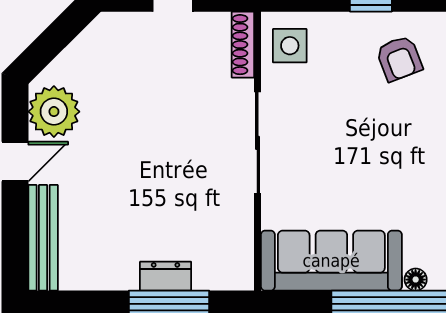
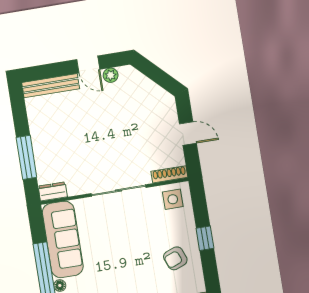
plant: (54, 112) -> (111, 75), width x0.53, depth x0.53
dresser: (166, 276) -> (53, 191), moved, turned -90

